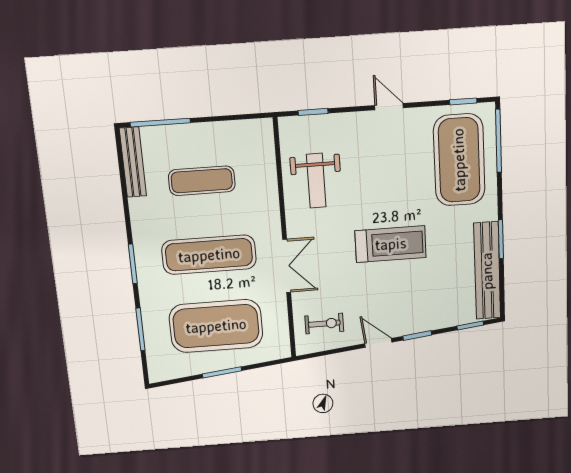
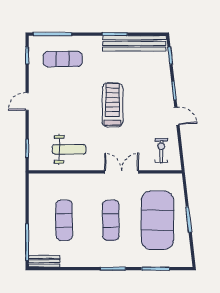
exercise mat: (459, 160) -> (63, 59), width x0.50, depth x0.69
bench: (133, 162) -> (44, 261), width x0.73
exercise mat: (209, 255) -> (111, 220), width x0.73, depth x0.69
door: (378, 343) -> (177, 116), swing flipped

